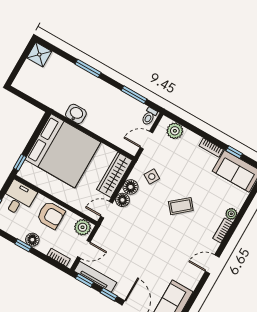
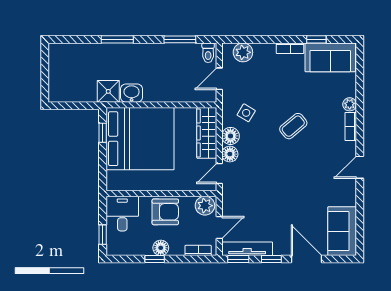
shower: (39, 55) -> (108, 91), moved
window: (20, 163) -> (103, 133), moved

